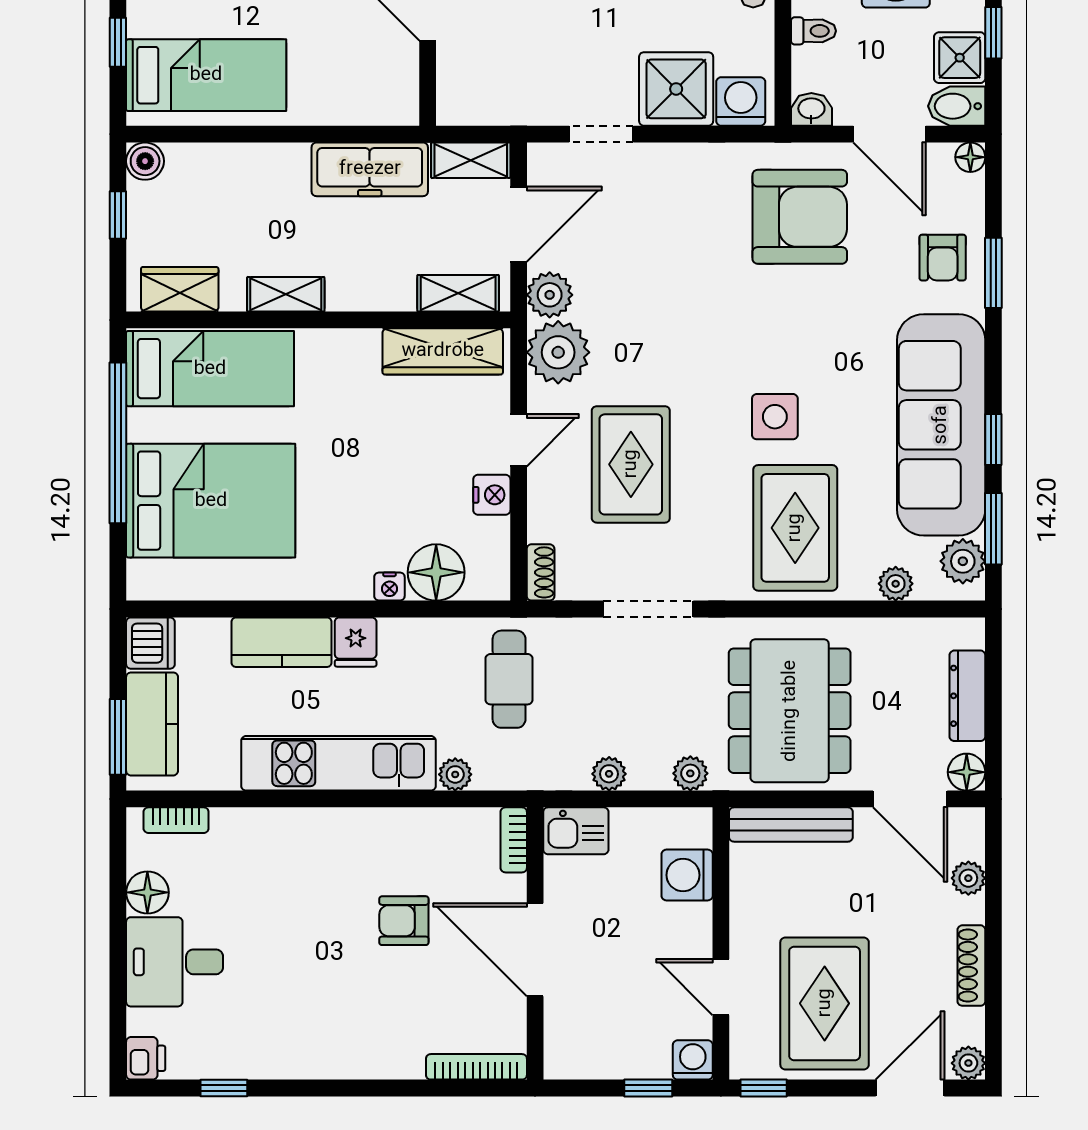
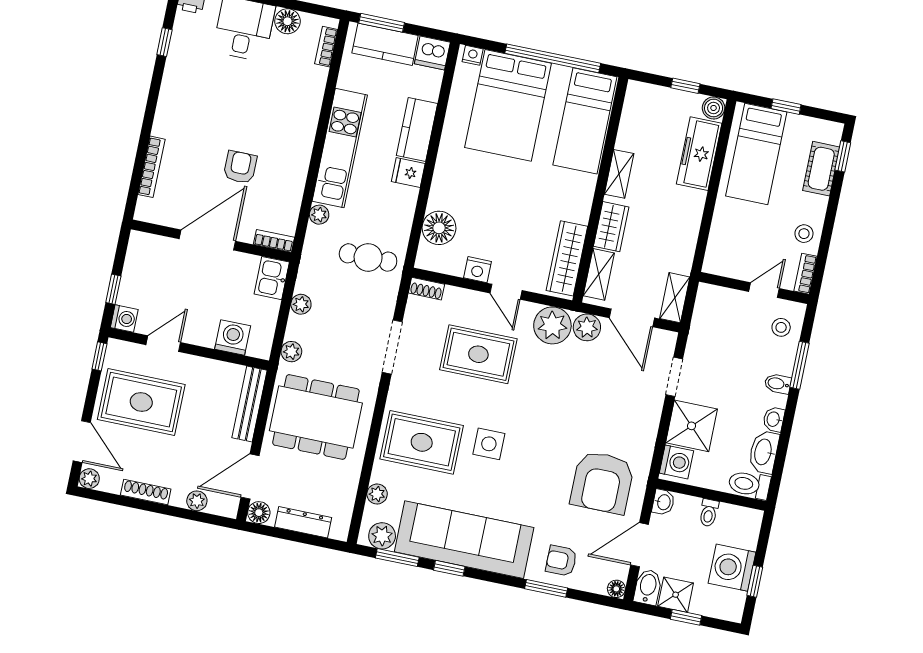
freezer: (370, 169) -> (699, 154), moved
wardrobe: (180, 289) -> (611, 227), moved
nightstand: (389, 587) -> (473, 55), moved, turned 90
bookcase: (476, 1067) -> (151, 167), moved

